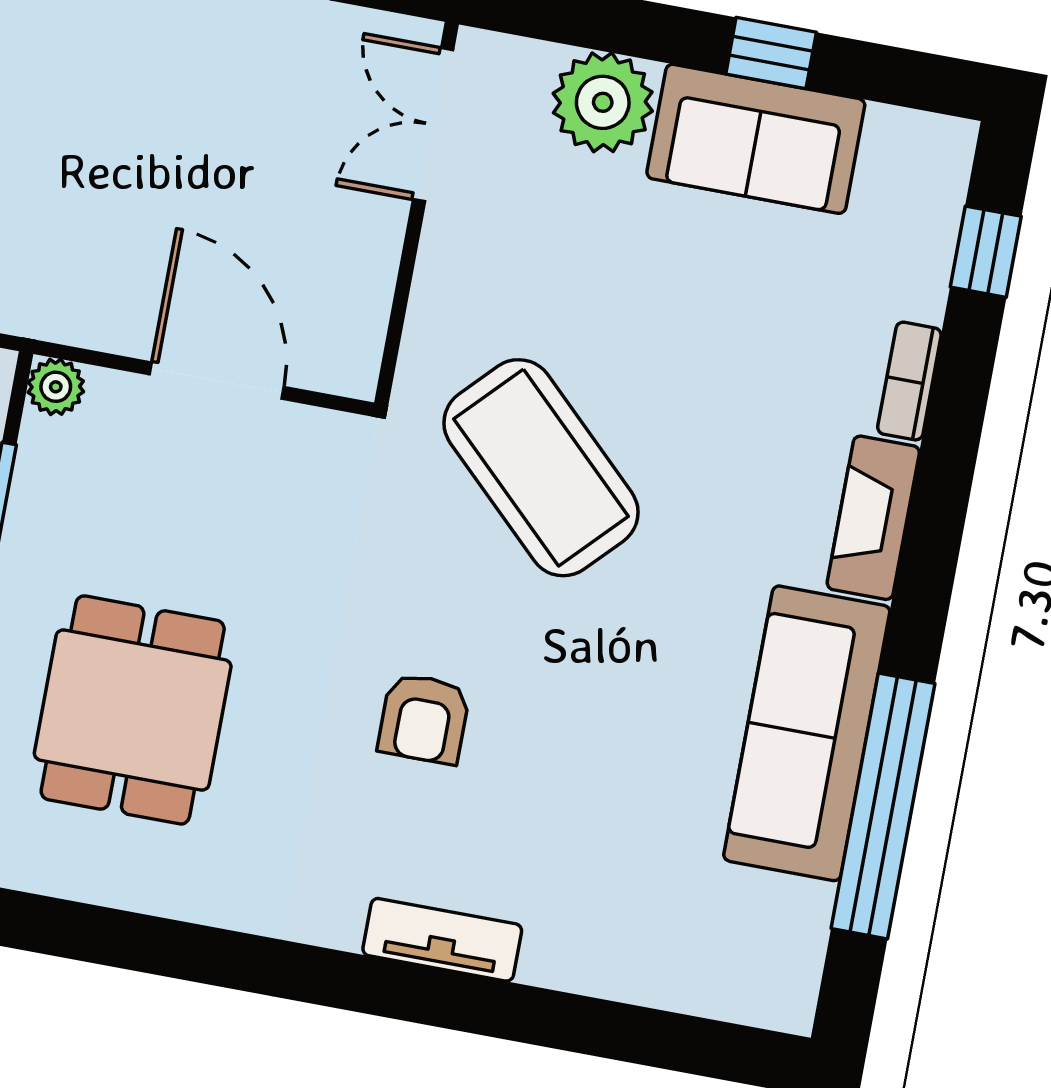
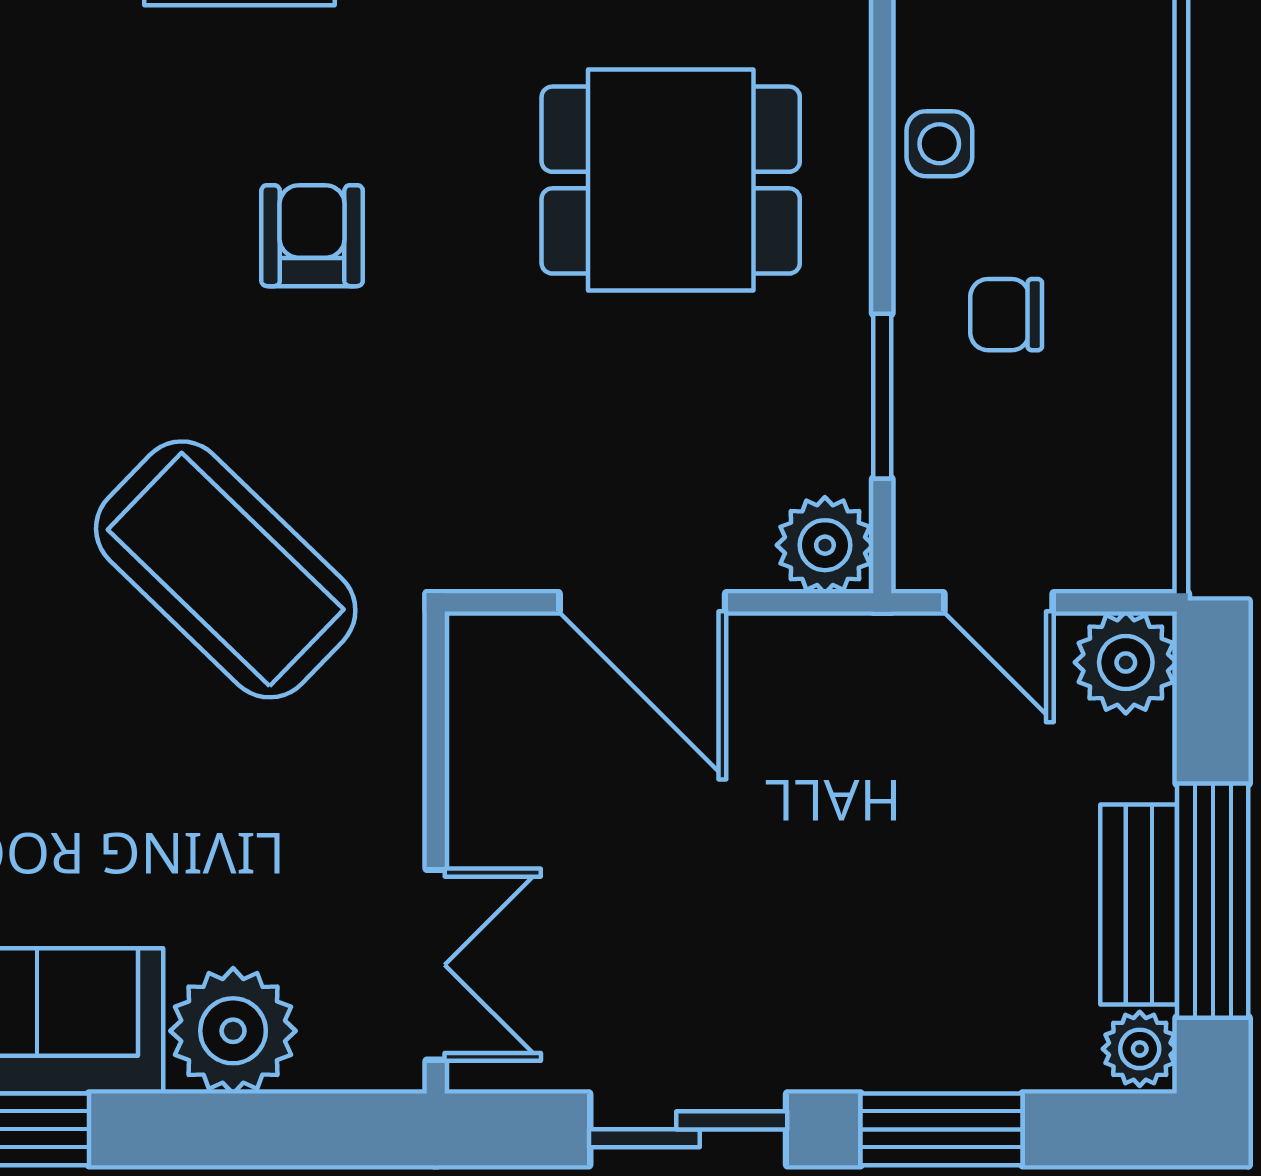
plant: (56, 387) -> (825, 545), width x1.38, depth x1.38
dining table: (133, 710) -> (671, 180), turned 90

